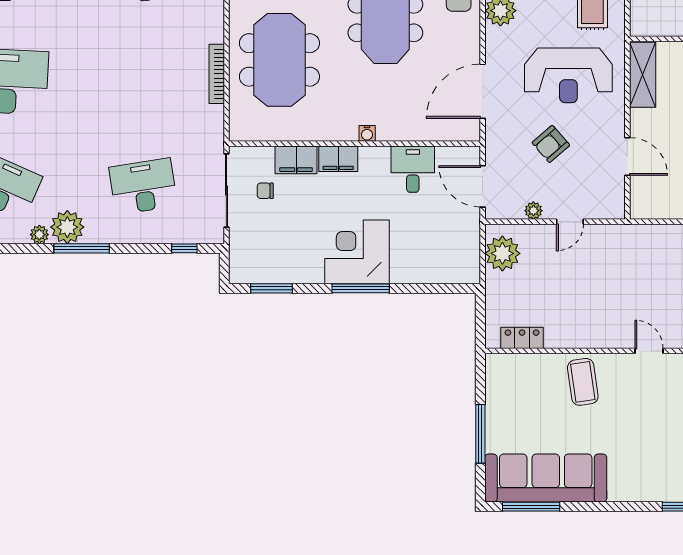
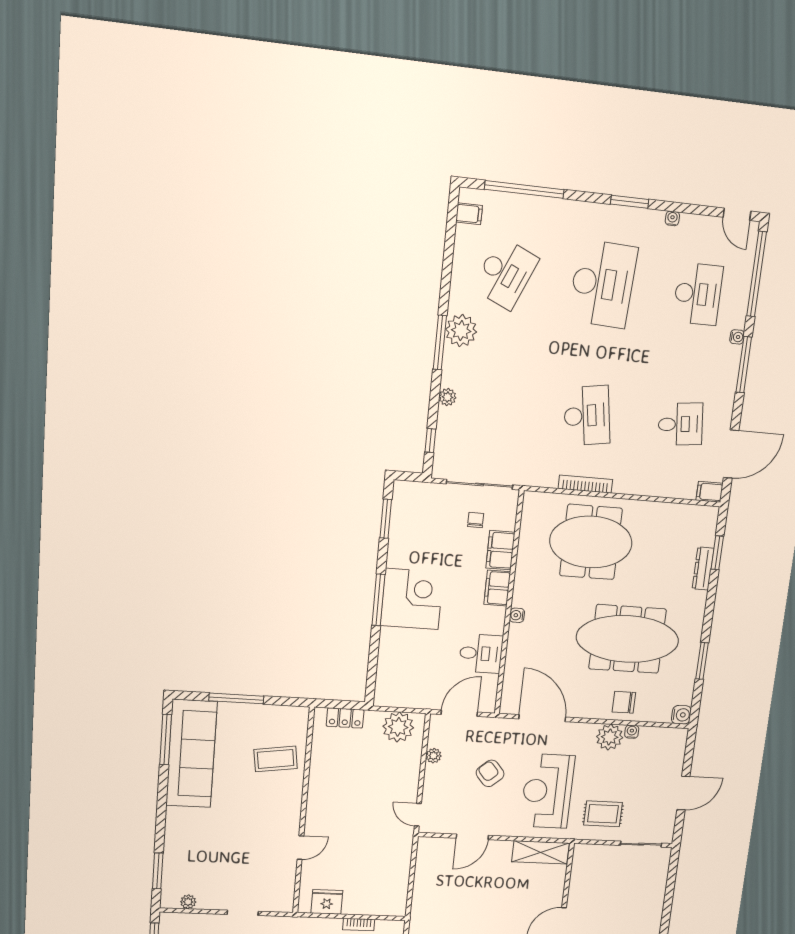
desk: (143, 186) -> (587, 416), moved
door: (570, 222) -> (418, 815), moved
plant: (39, 235) -> (448, 397), moved
locker: (522, 338) -> (345, 718), moved, turned 90
coffee table: (583, 382) -> (276, 759), moved

